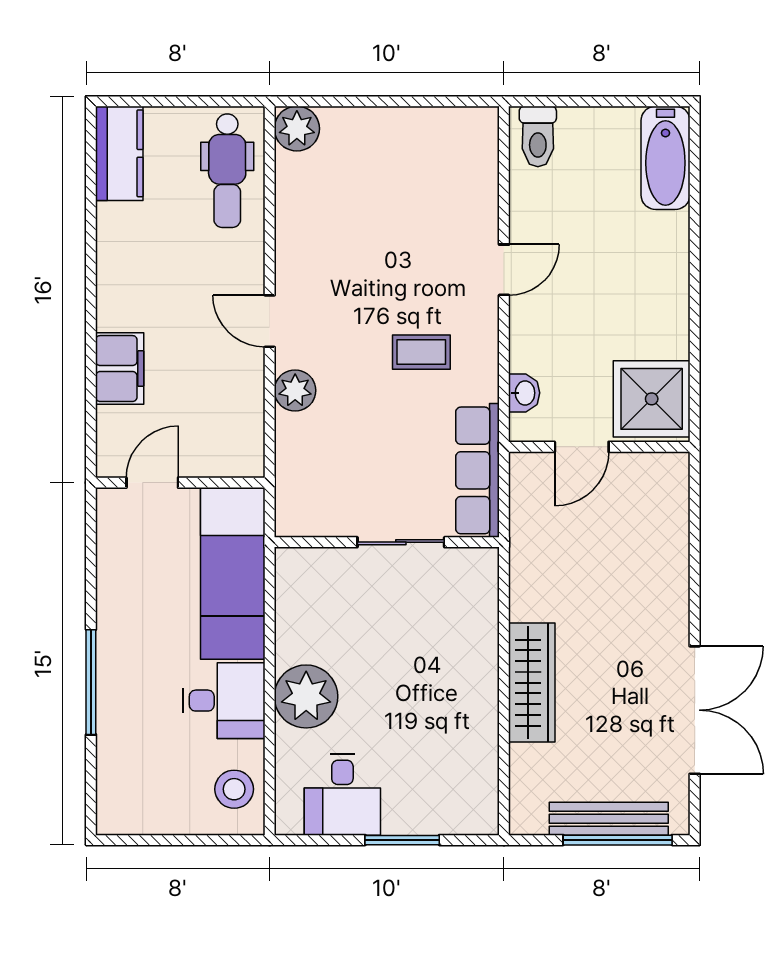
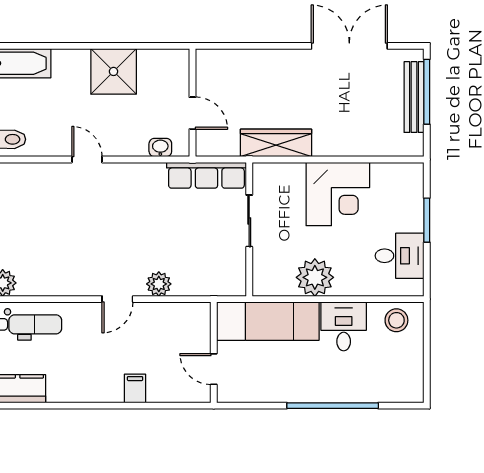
coffee table: (421, 352) -> (136, 209), removed
filing cabinet: (120, 369) -> (135, 388), width x0.50
shower: (652, 399) -> (114, 71), moved
window: (91, 682) -> (333, 406), width x1.46
wardrobe: (532, 683) -> (276, 143), moved
corner desk: (446, 691) -> (338, 194), added
plant: (306, 696) -> (315, 277), moved

